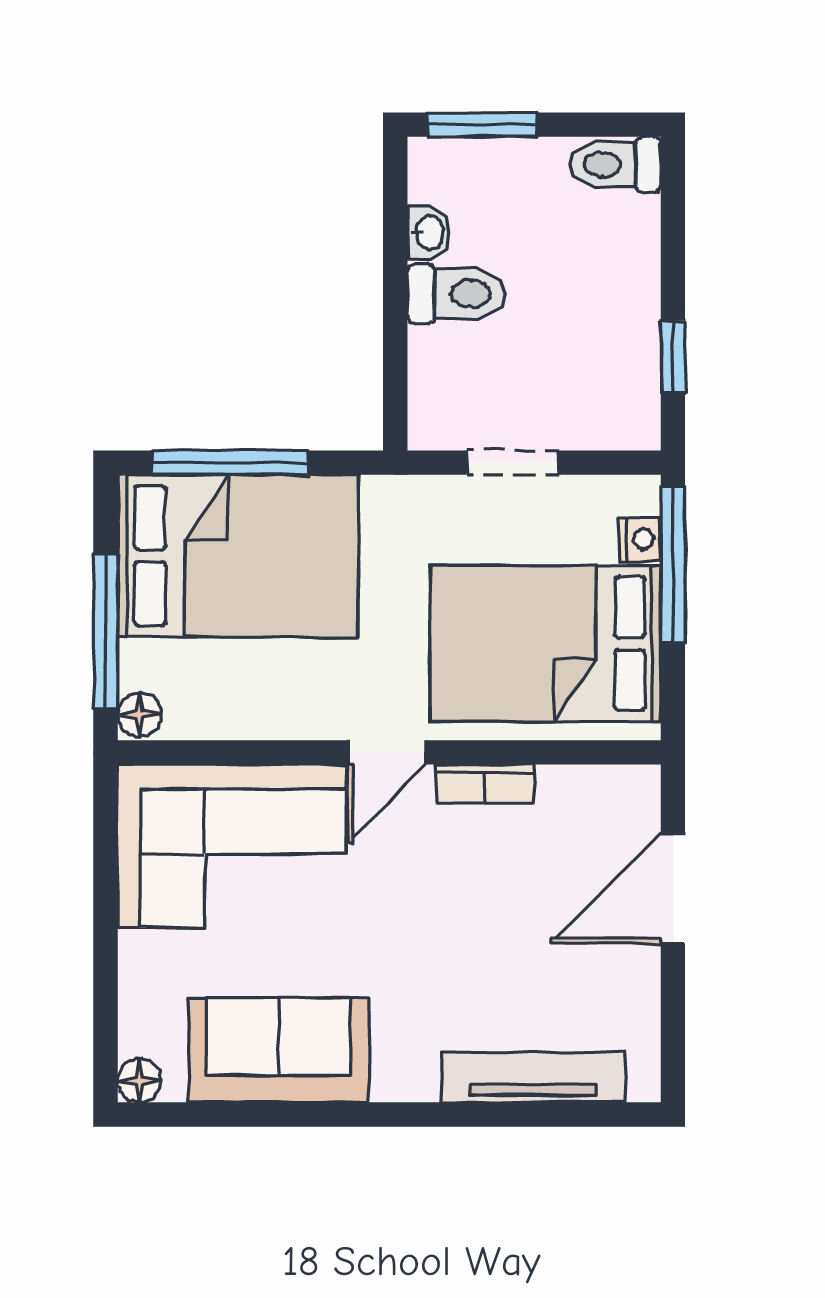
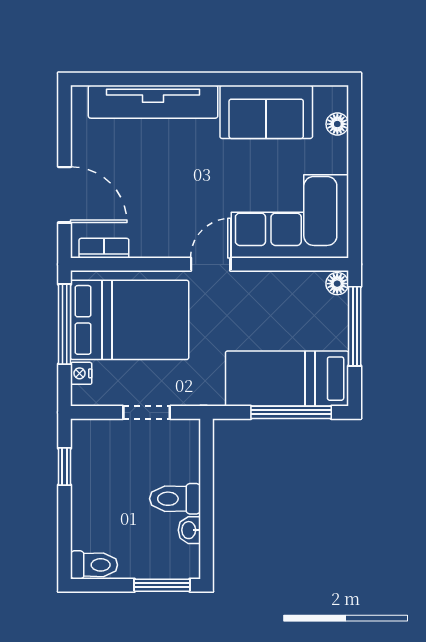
bed: (238, 556) -> (287, 379), width x0.67
window: (673, 565) -> (64, 324), moved
bookcase: (485, 784) -> (104, 248), moved
door: (673, 888) -> (64, 195), hinge flipped
tv unit: (533, 1077) -> (153, 102), width x1.36, depth x1.29
floor lamp: (139, 1081) -> (337, 124), moved

